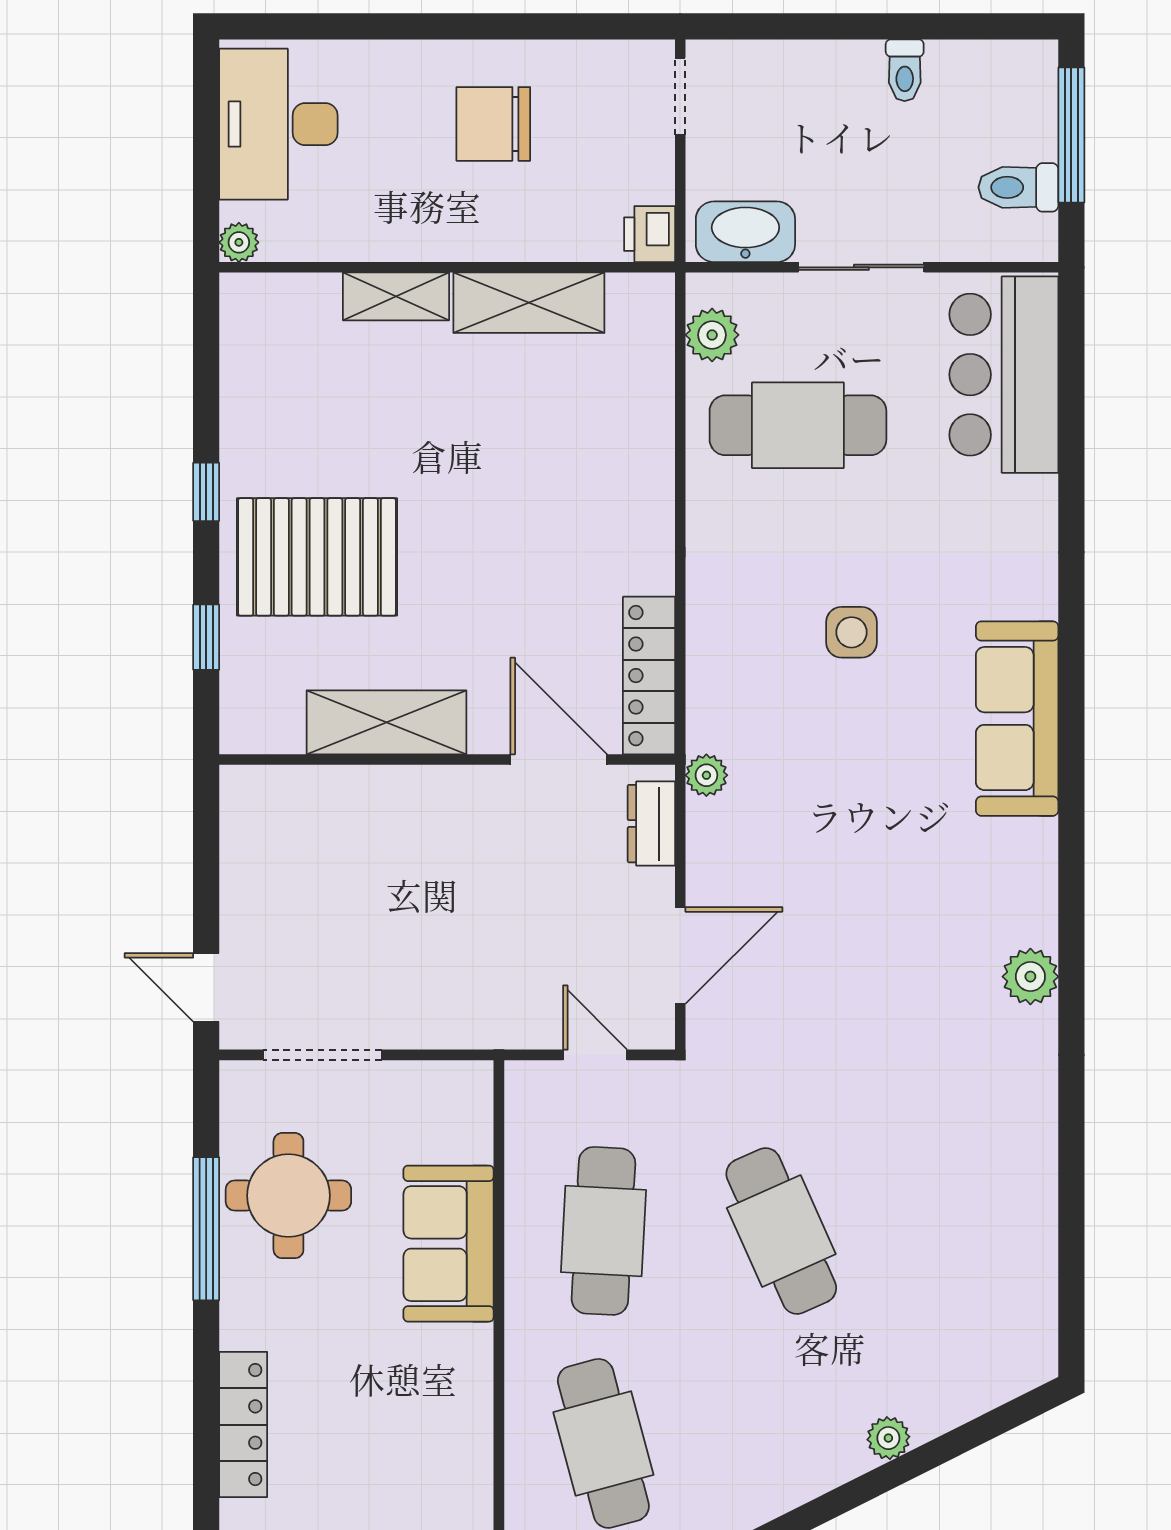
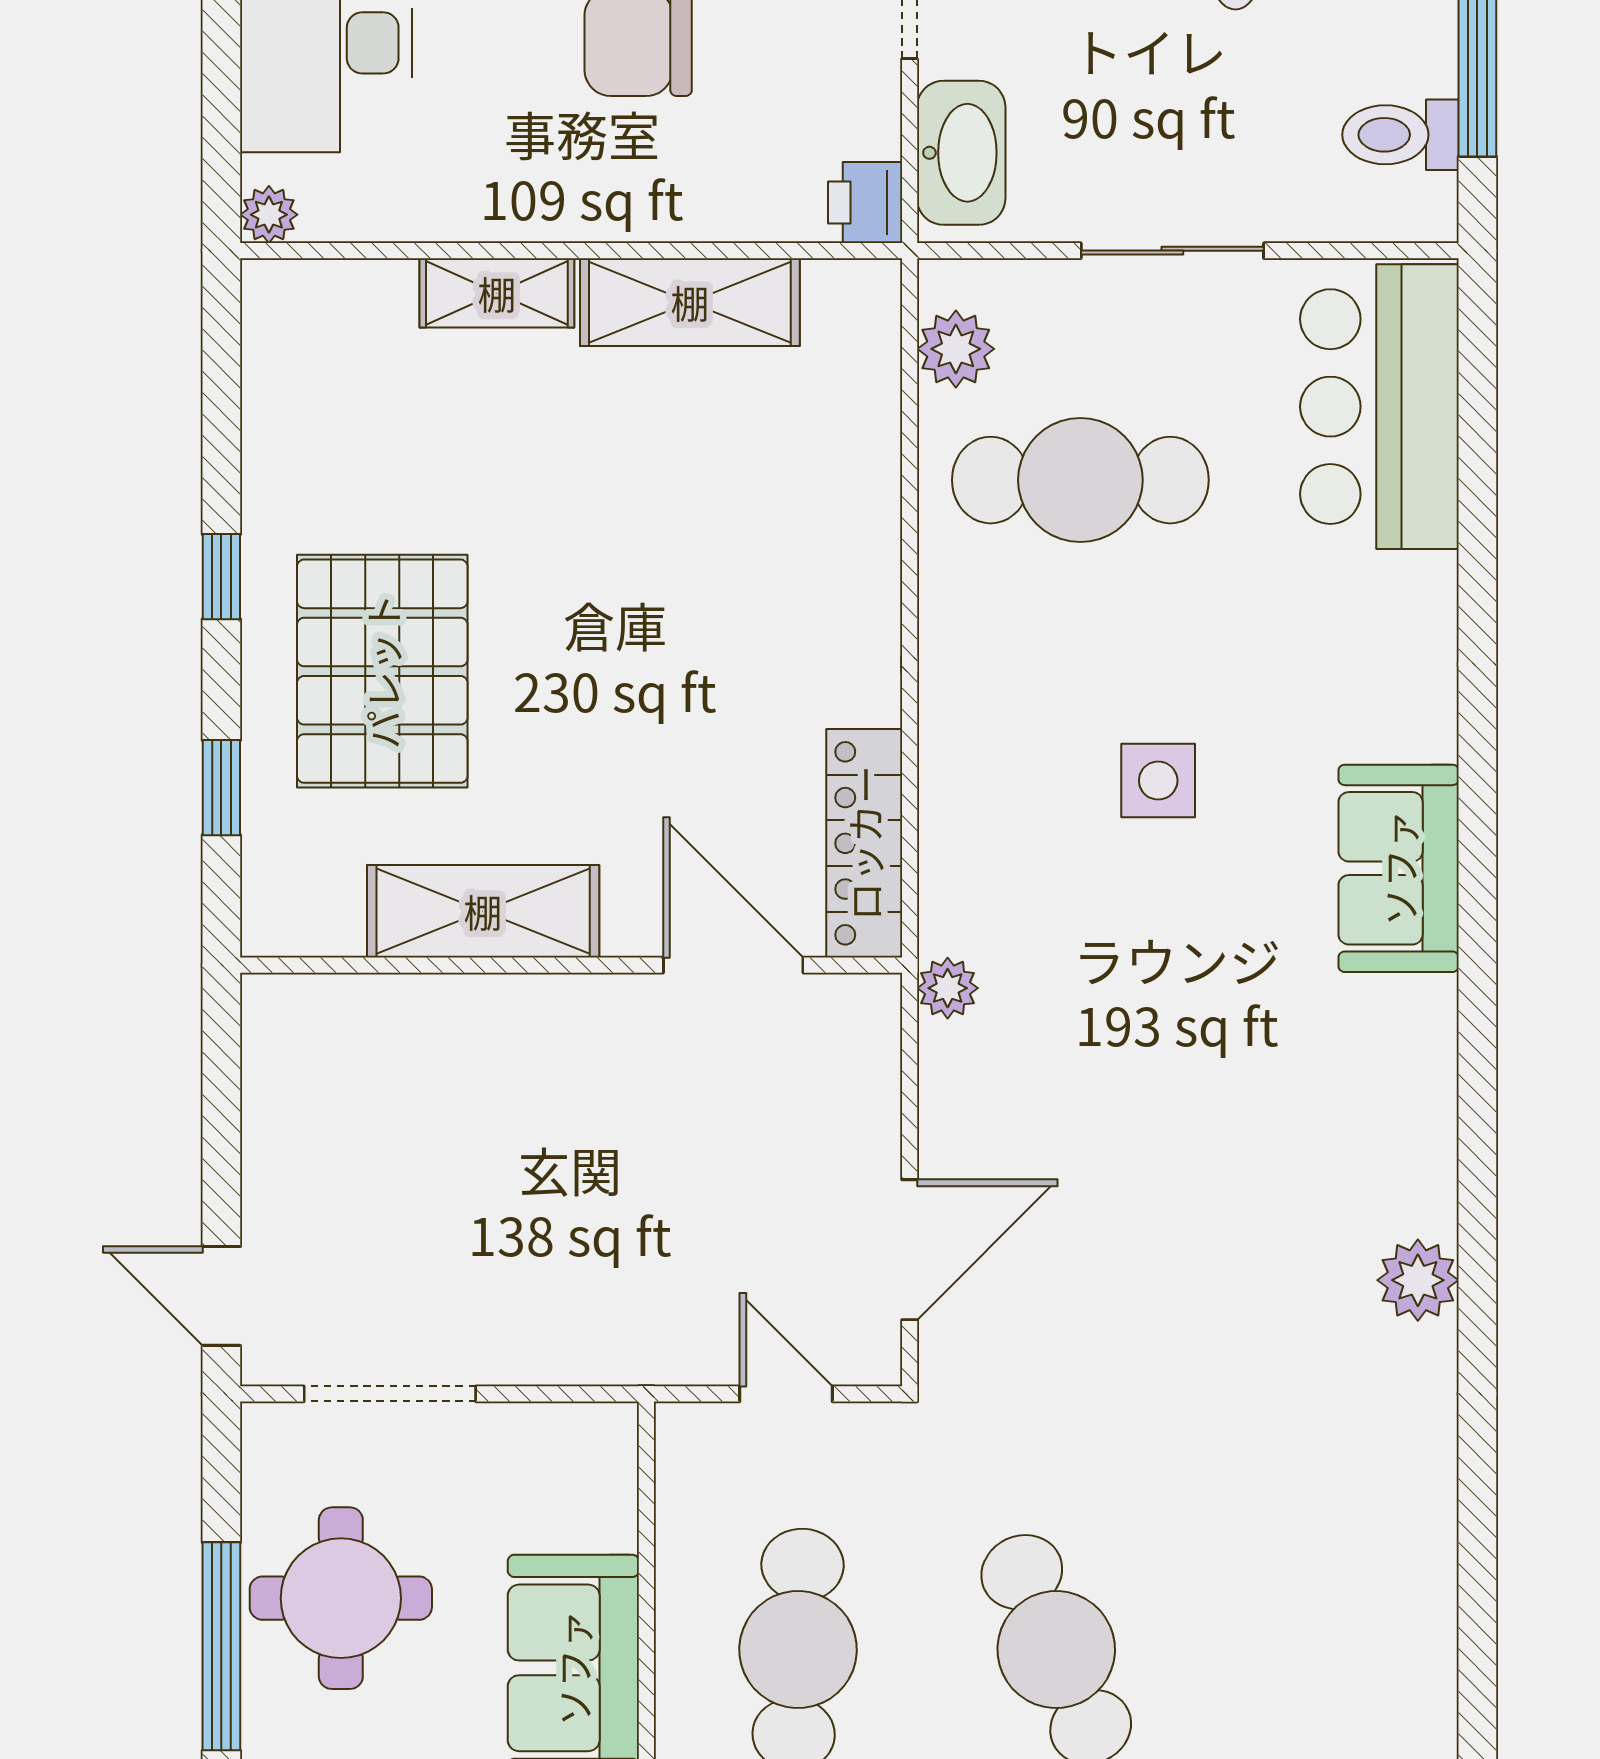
washbasin: (745, 232) -> (961, 153), moved, turned 90
pallet: (317, 557) -> (382, 671), turned 90
sofa: (1017, 719) -> (1399, 868), width x0.73
dresser: (651, 824) -> (868, 1058), removed

